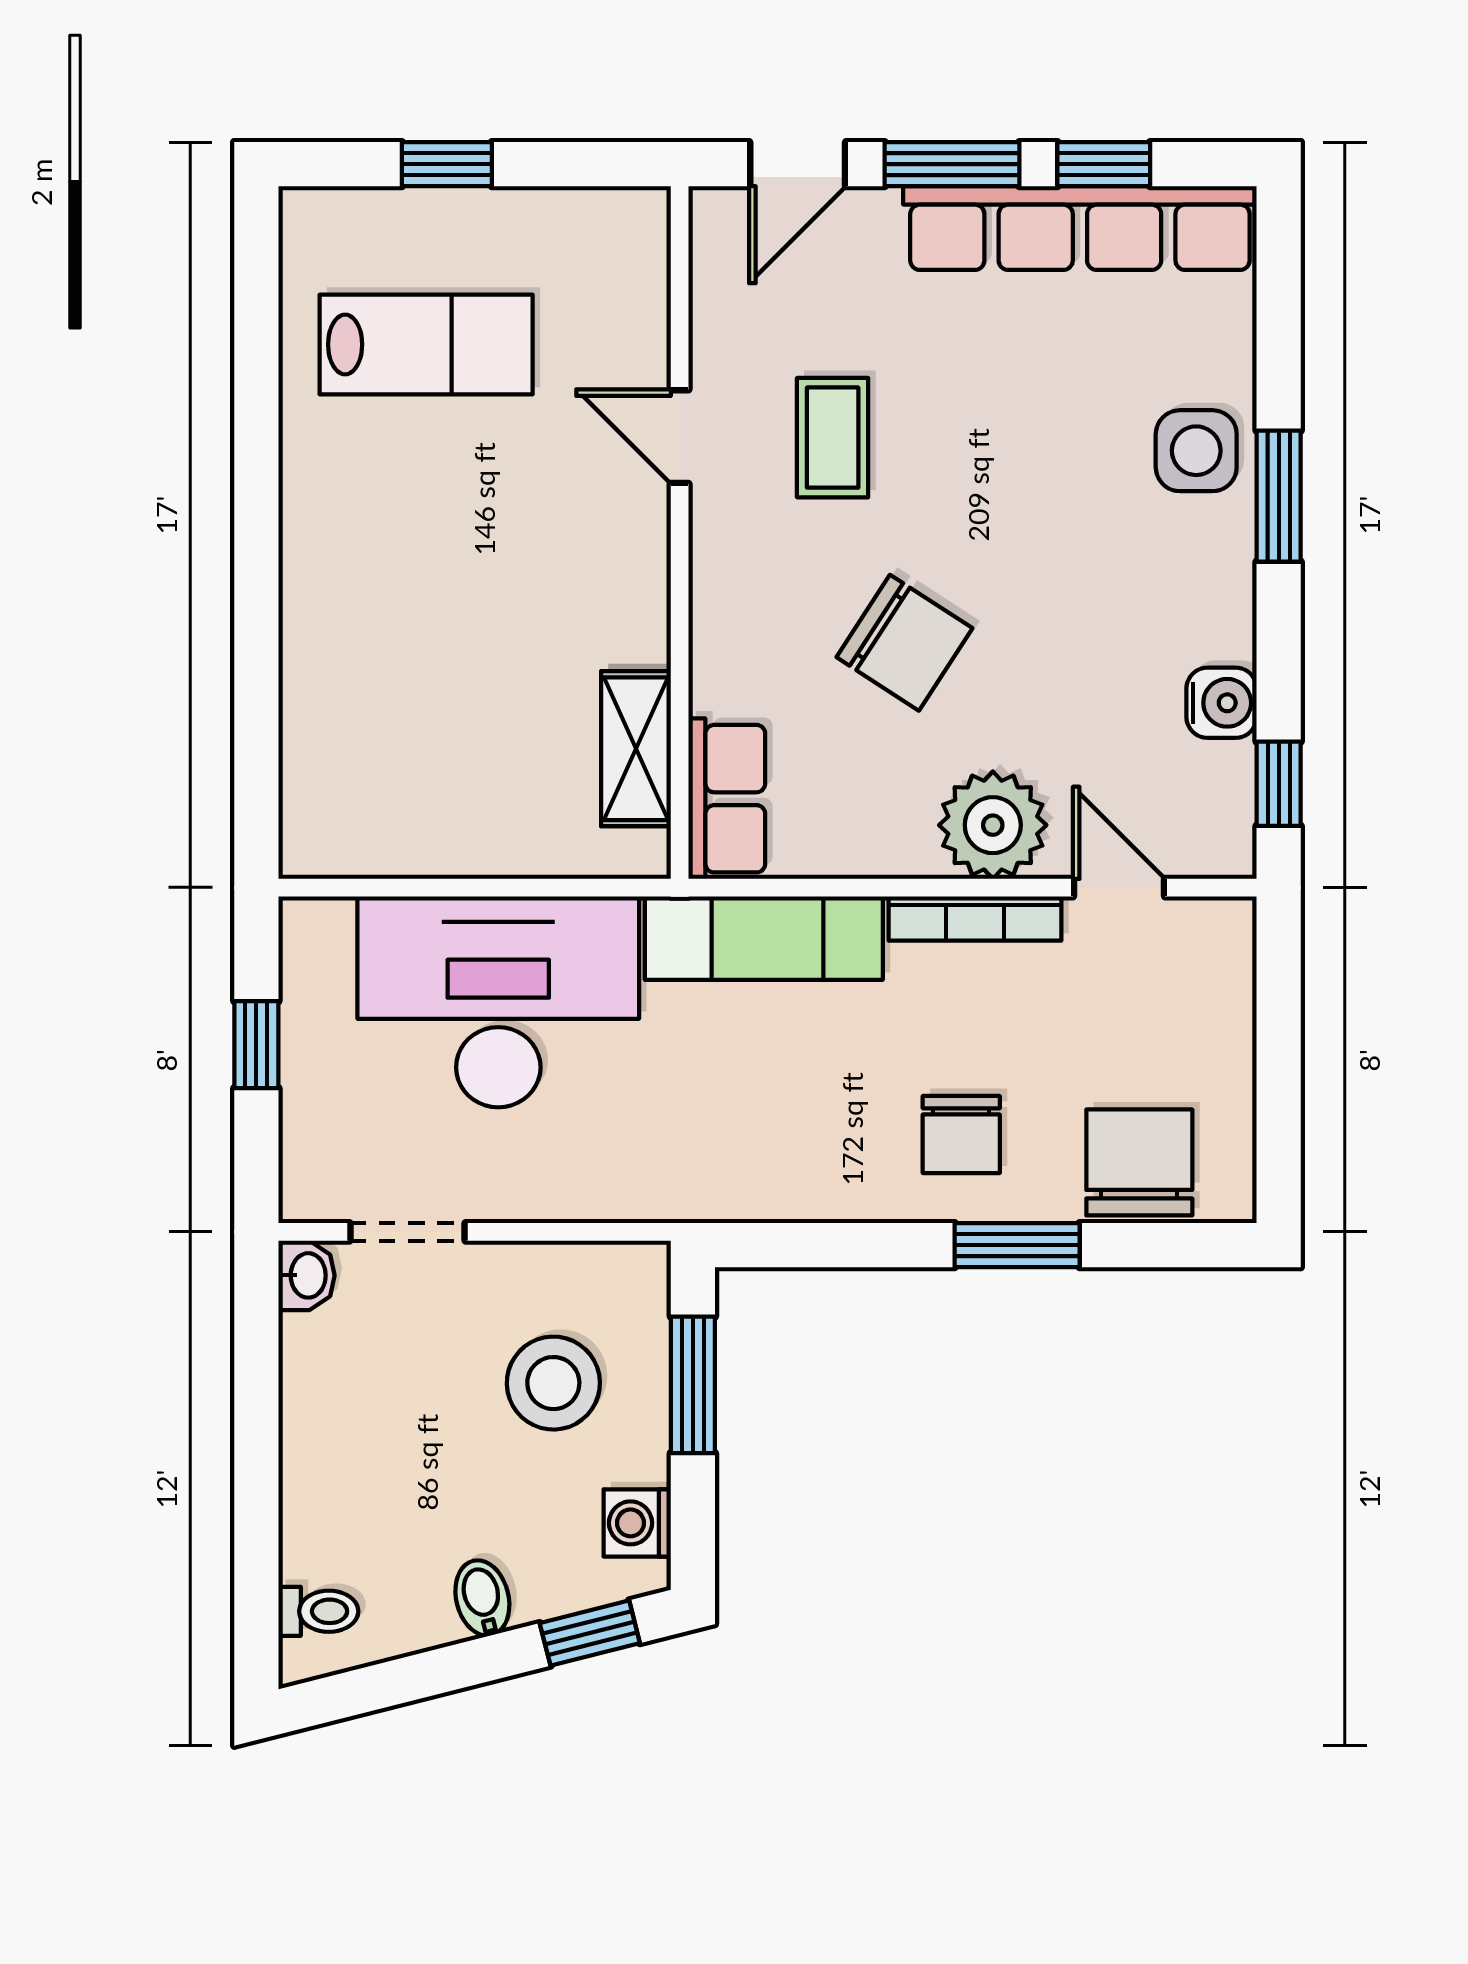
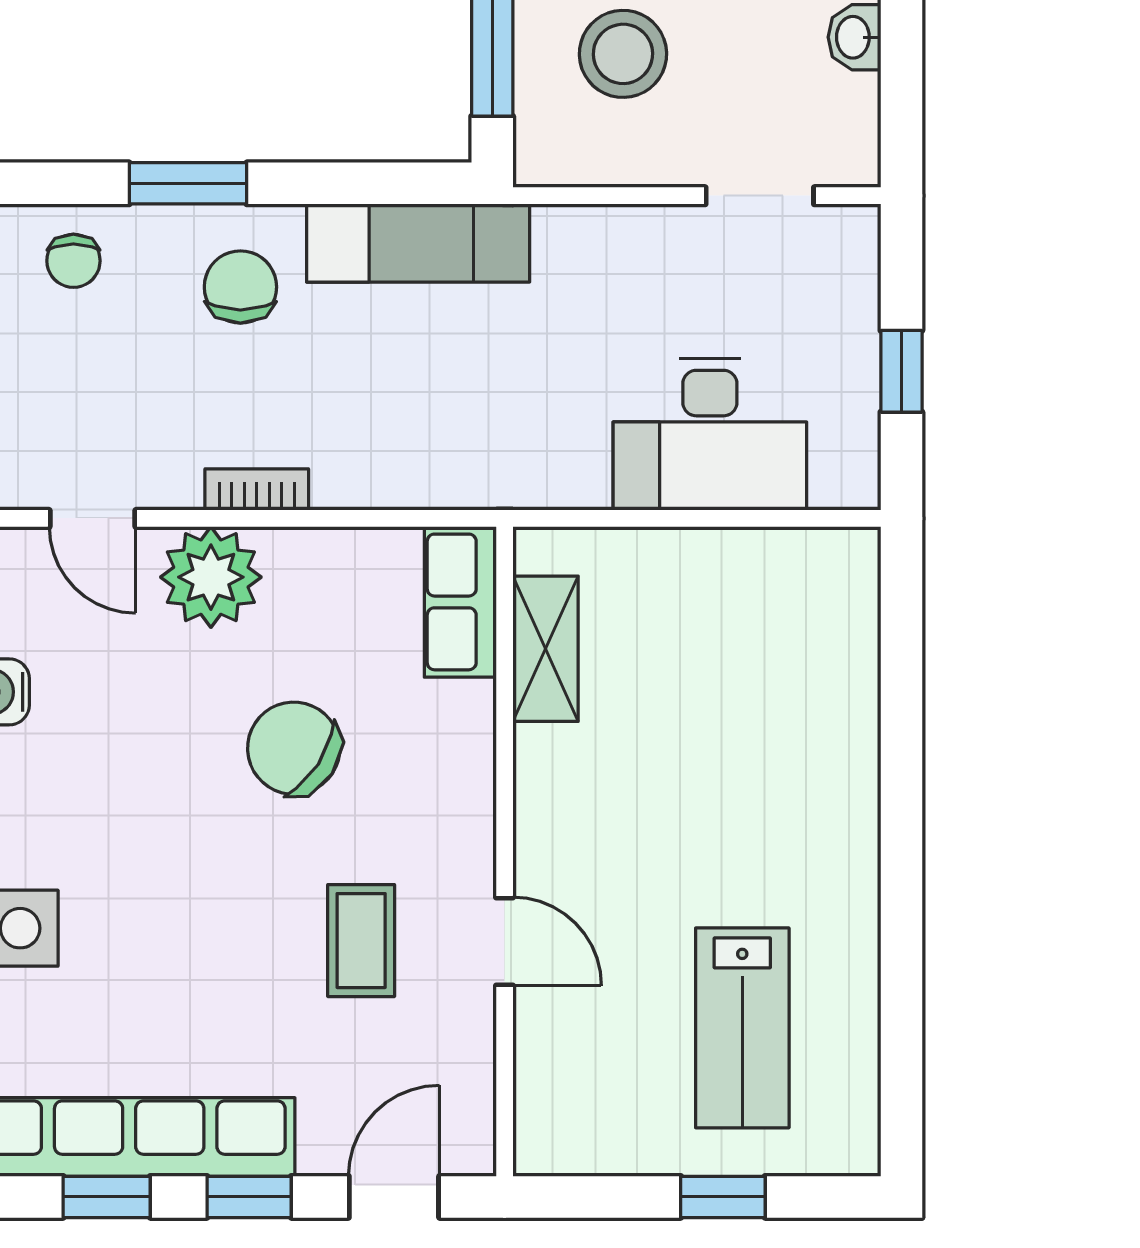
window: (952, 164) -> (249, 1197), width x0.67
lab bench: (426, 345) -> (742, 1028), turned -90
bookcase: (975, 919) -> (257, 489), width x0.64
exam couch: (764, 938) -> (418, 243), moved, turned 180
desk: (498, 1002) -> (710, 434), width x0.73, depth x0.77
chair: (1139, 1162) -> (73, 261), width x0.54, depth x0.54
washbasin: (306, 1275) -> (854, 37), moved

